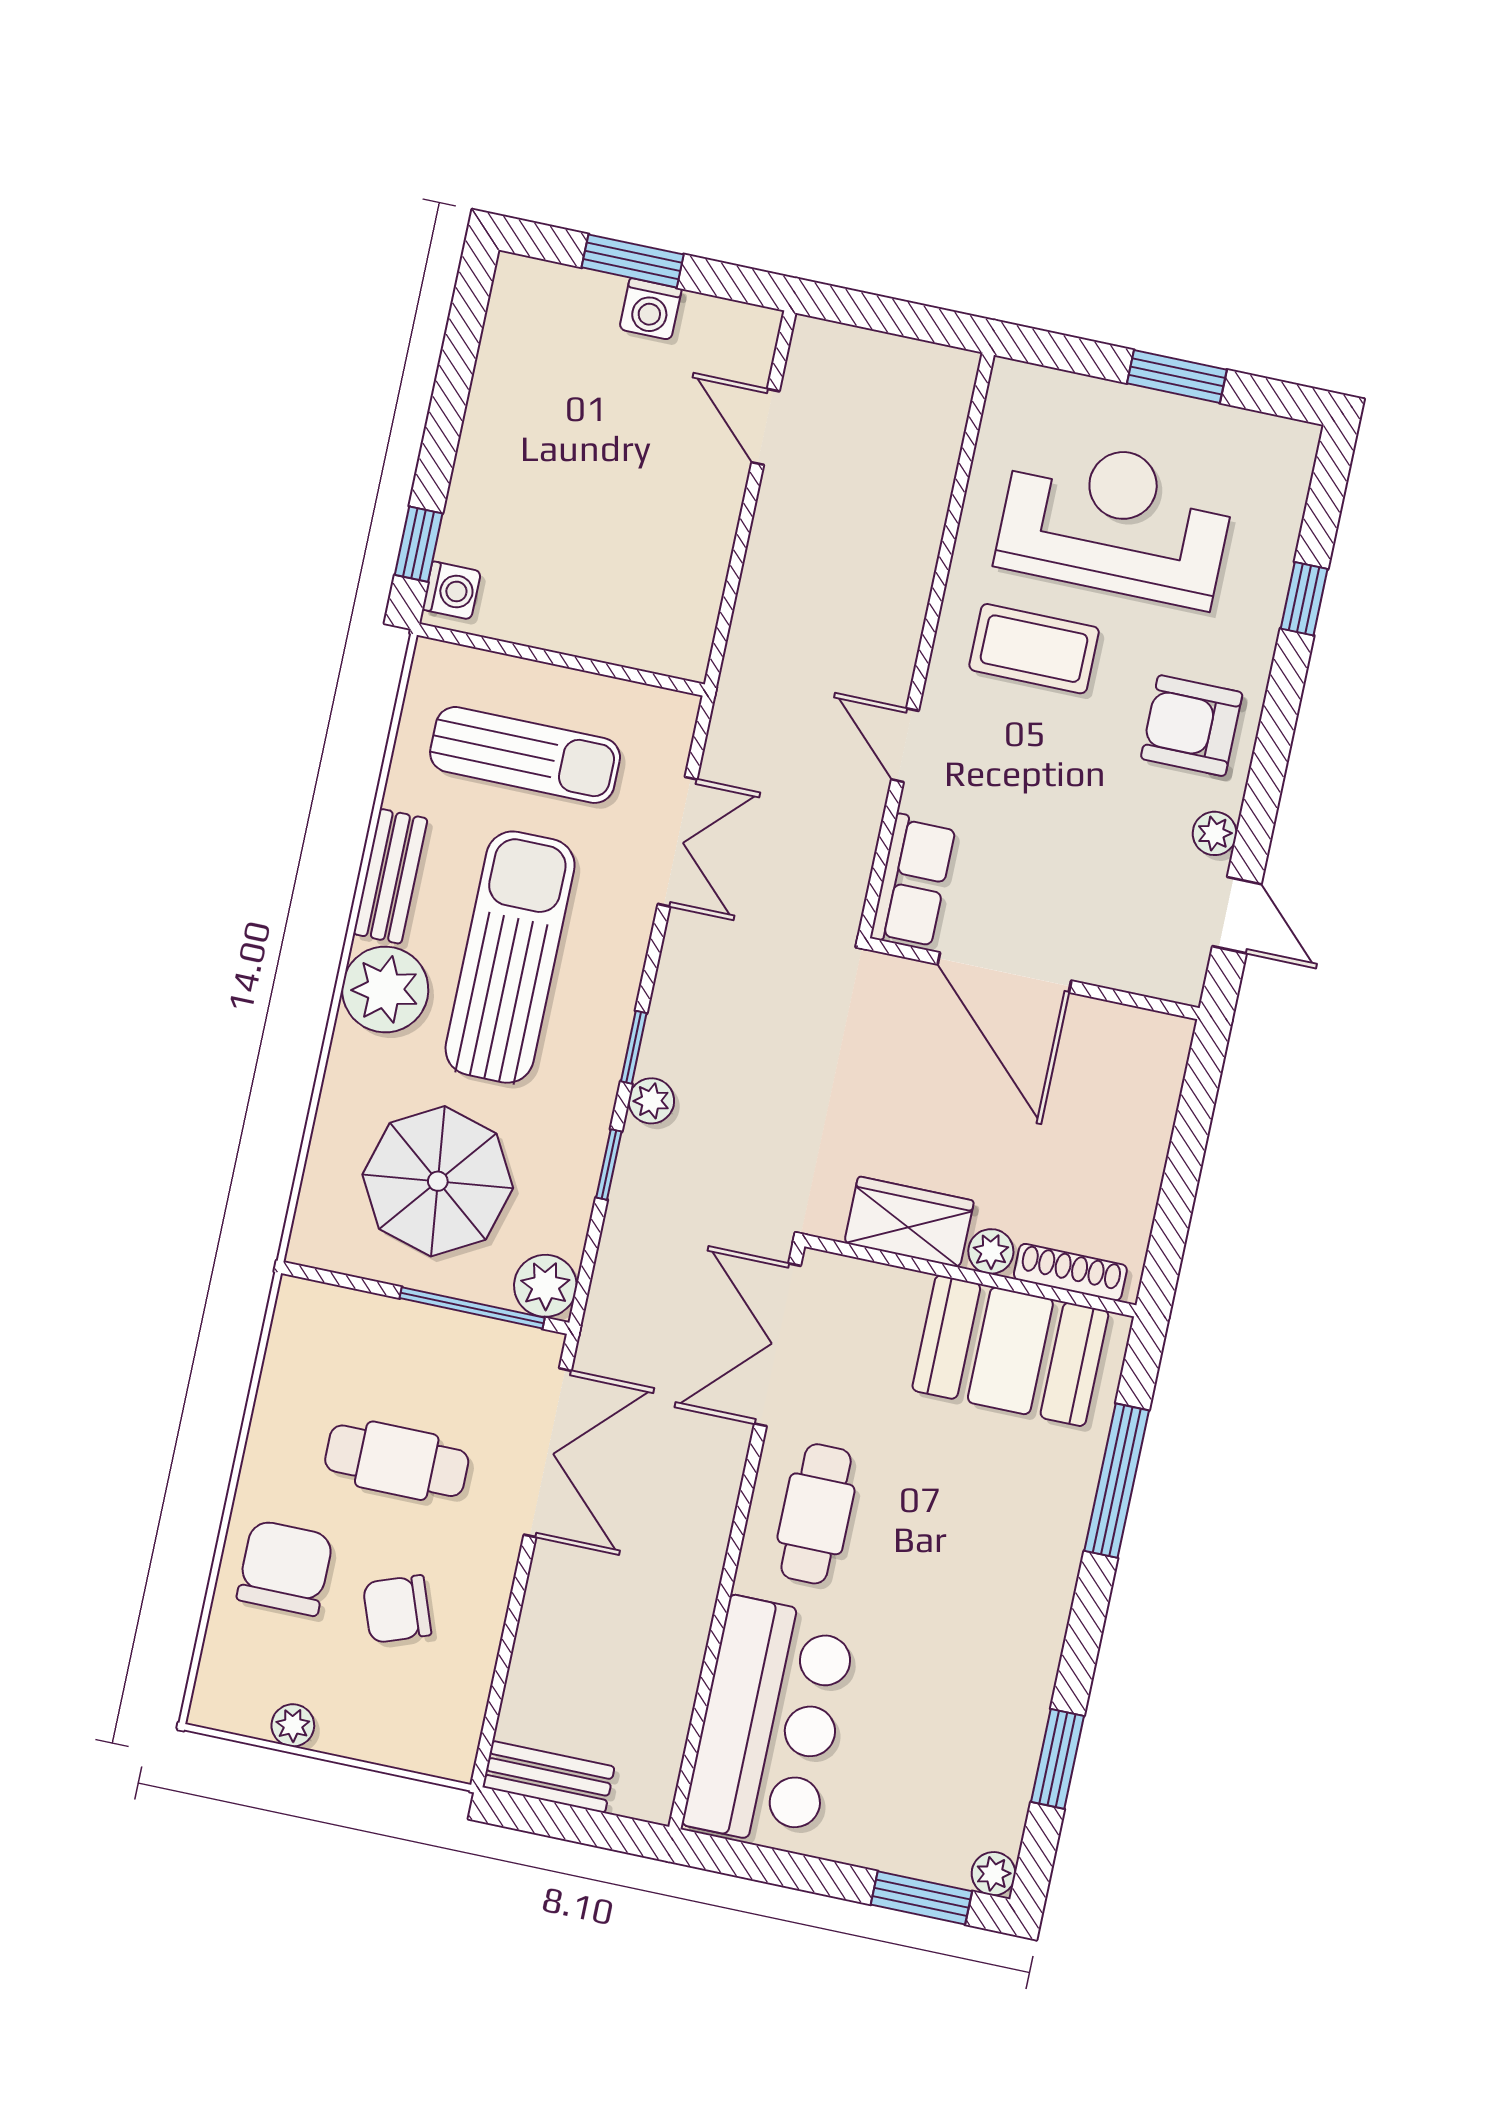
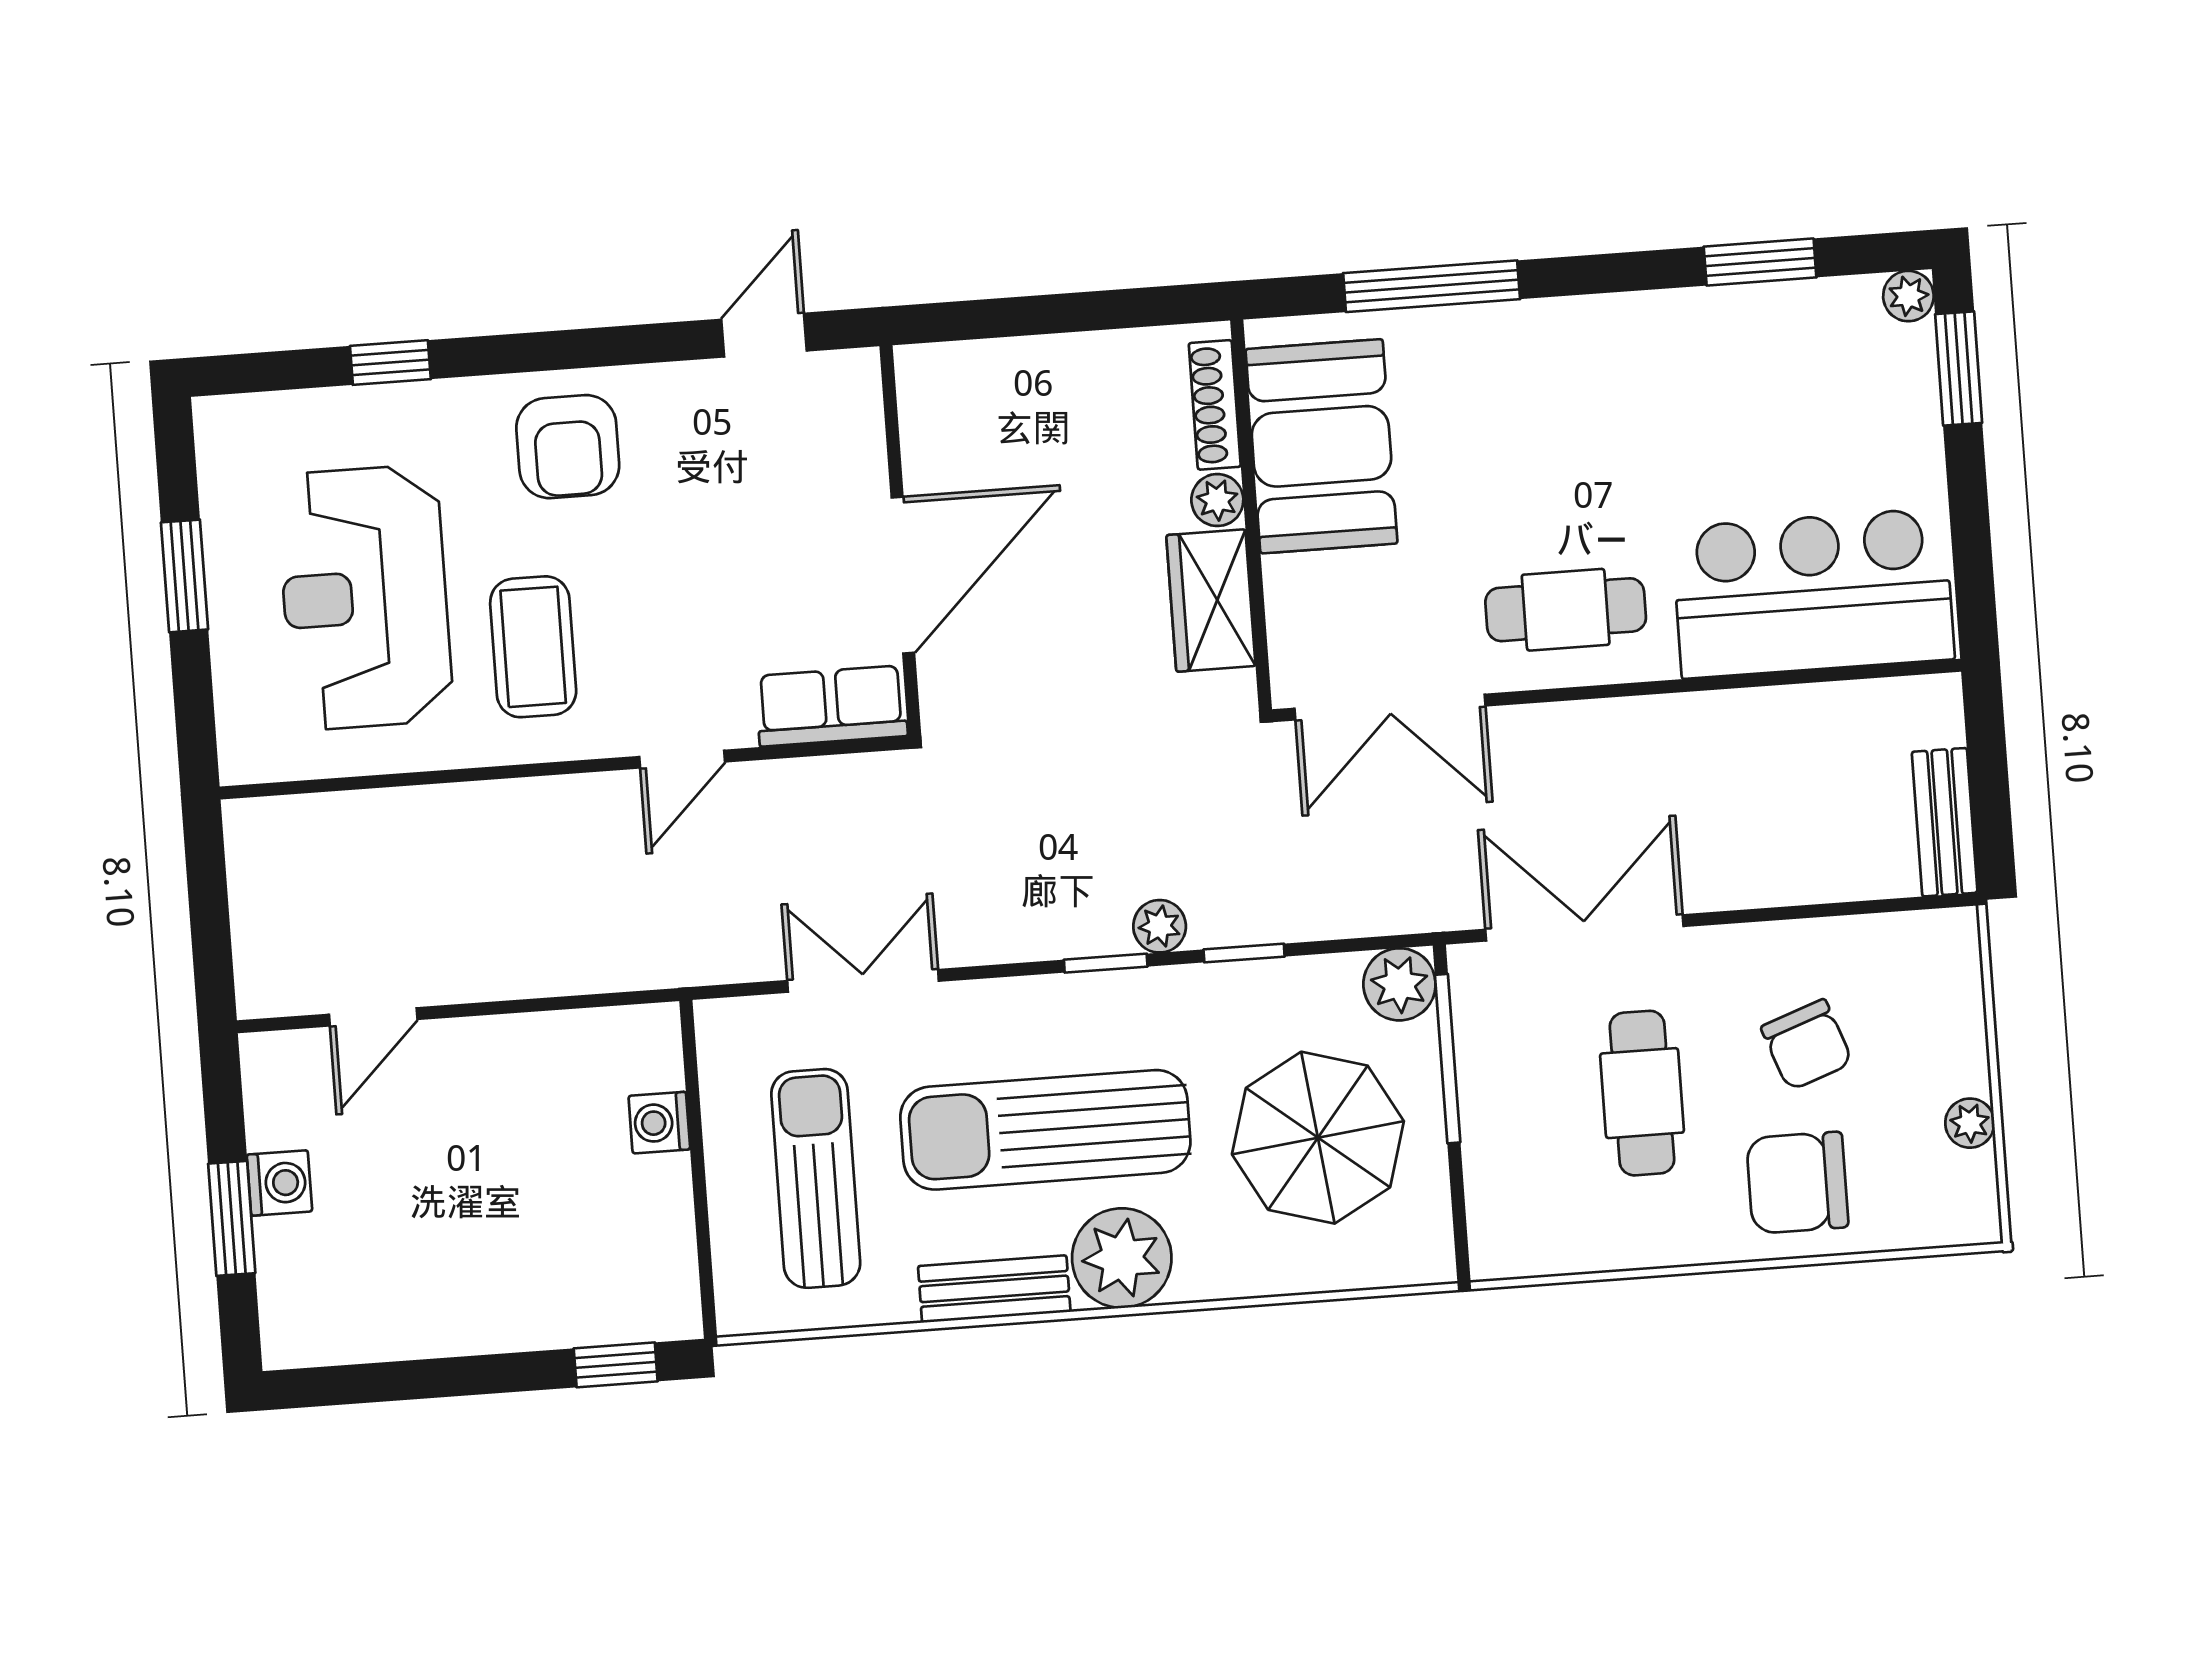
washing machine: (452, 590) -> (659, 1123), moved, turned -90
plant: (1215, 833) -> (680, 386), removed

